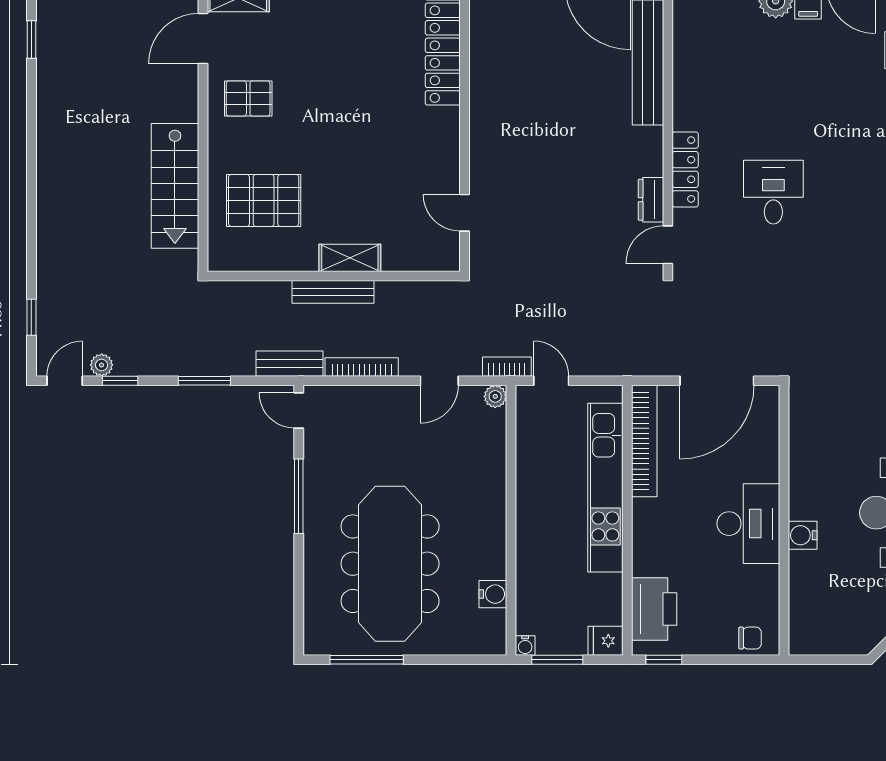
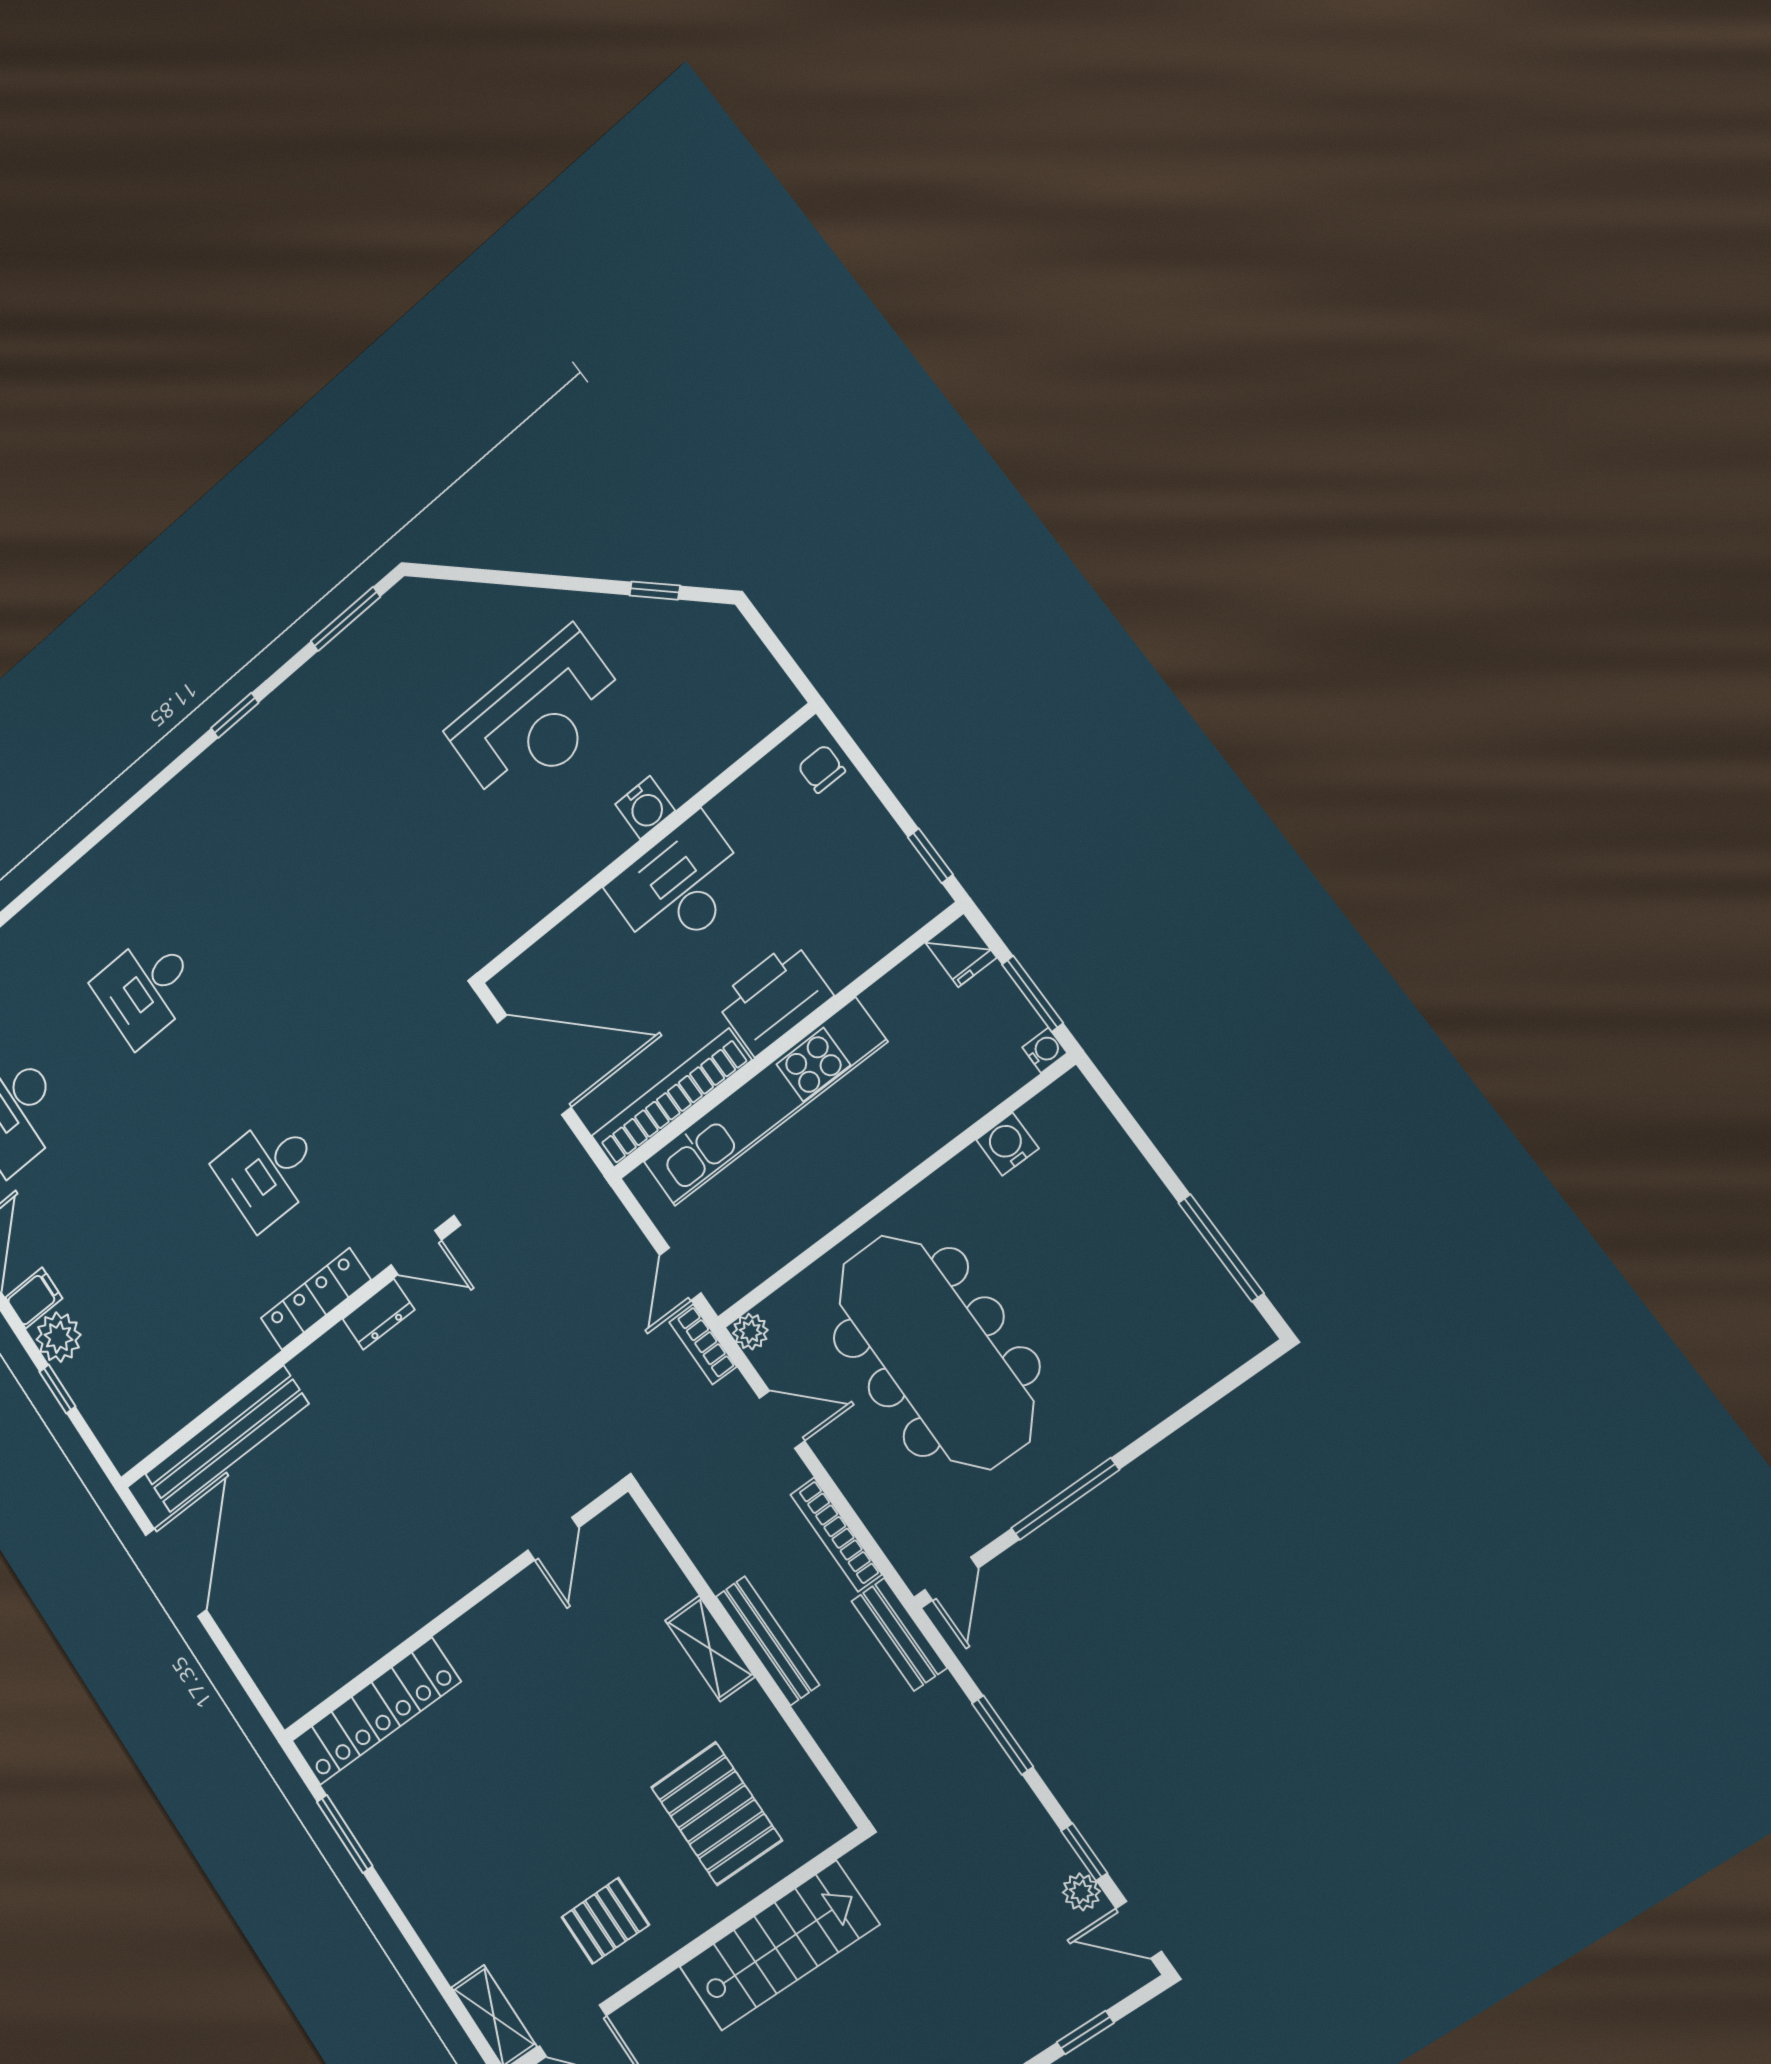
pallet: (248, 99) -> (605, 1921), turned 90
meeting table: (390, 564) -> (936, 1352), moved, turned 90
printer: (654, 609) -> (774, 998), moved

